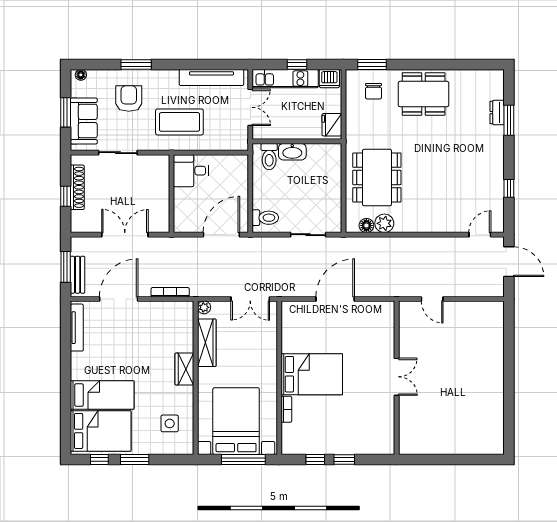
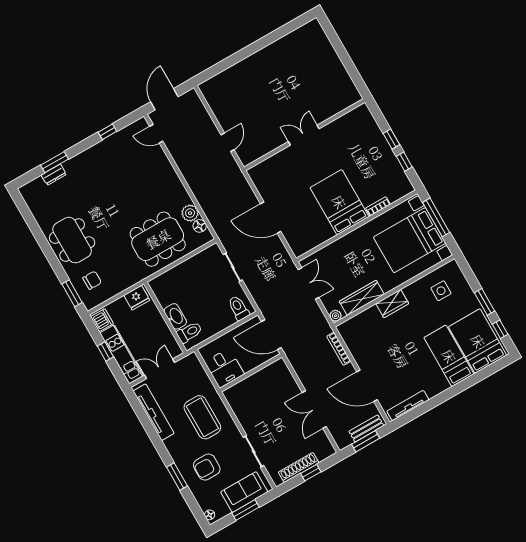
desk: (191, 171) -> (224, 368), moved
wall: (171, 194) -> (251, 373), moved

